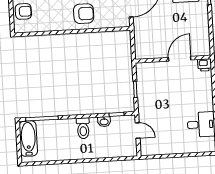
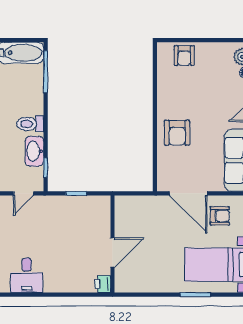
door: (180, 59) -> (113, 253), hinge flipped
washbasin: (104, 122) -> (34, 151), width x1.91, depth x1.45

